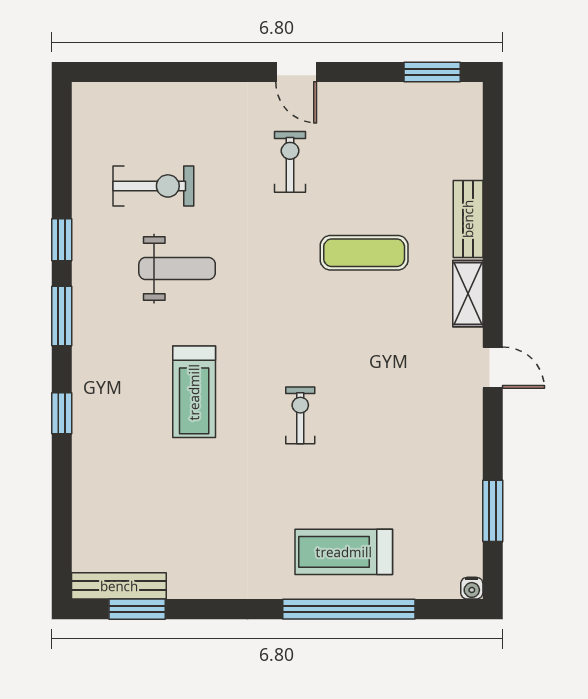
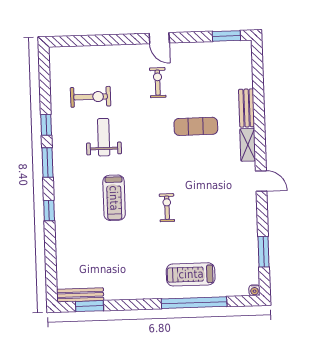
weight bench: (177, 269) -> (104, 137), turned -90

